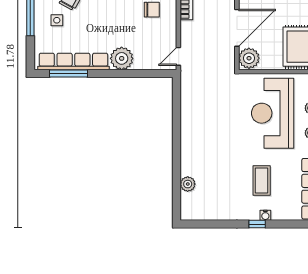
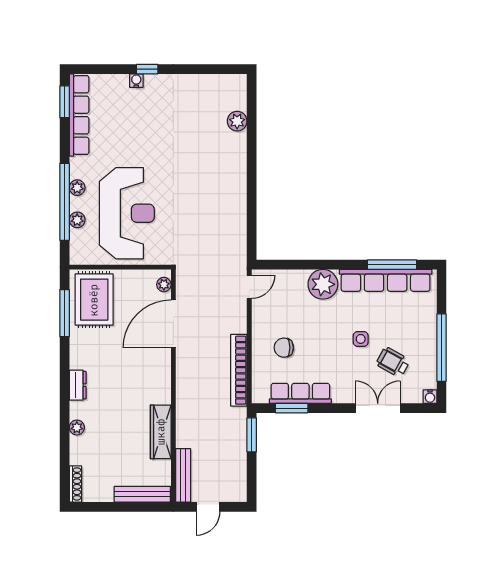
side table: (57, 20) -> (361, 339), moved
plant: (249, 58) -> (164, 285), width x0.53, depth x0.53
coffee table: (262, 180) -> (141, 126), removed

